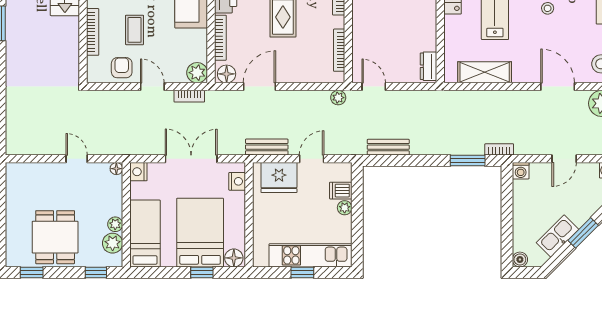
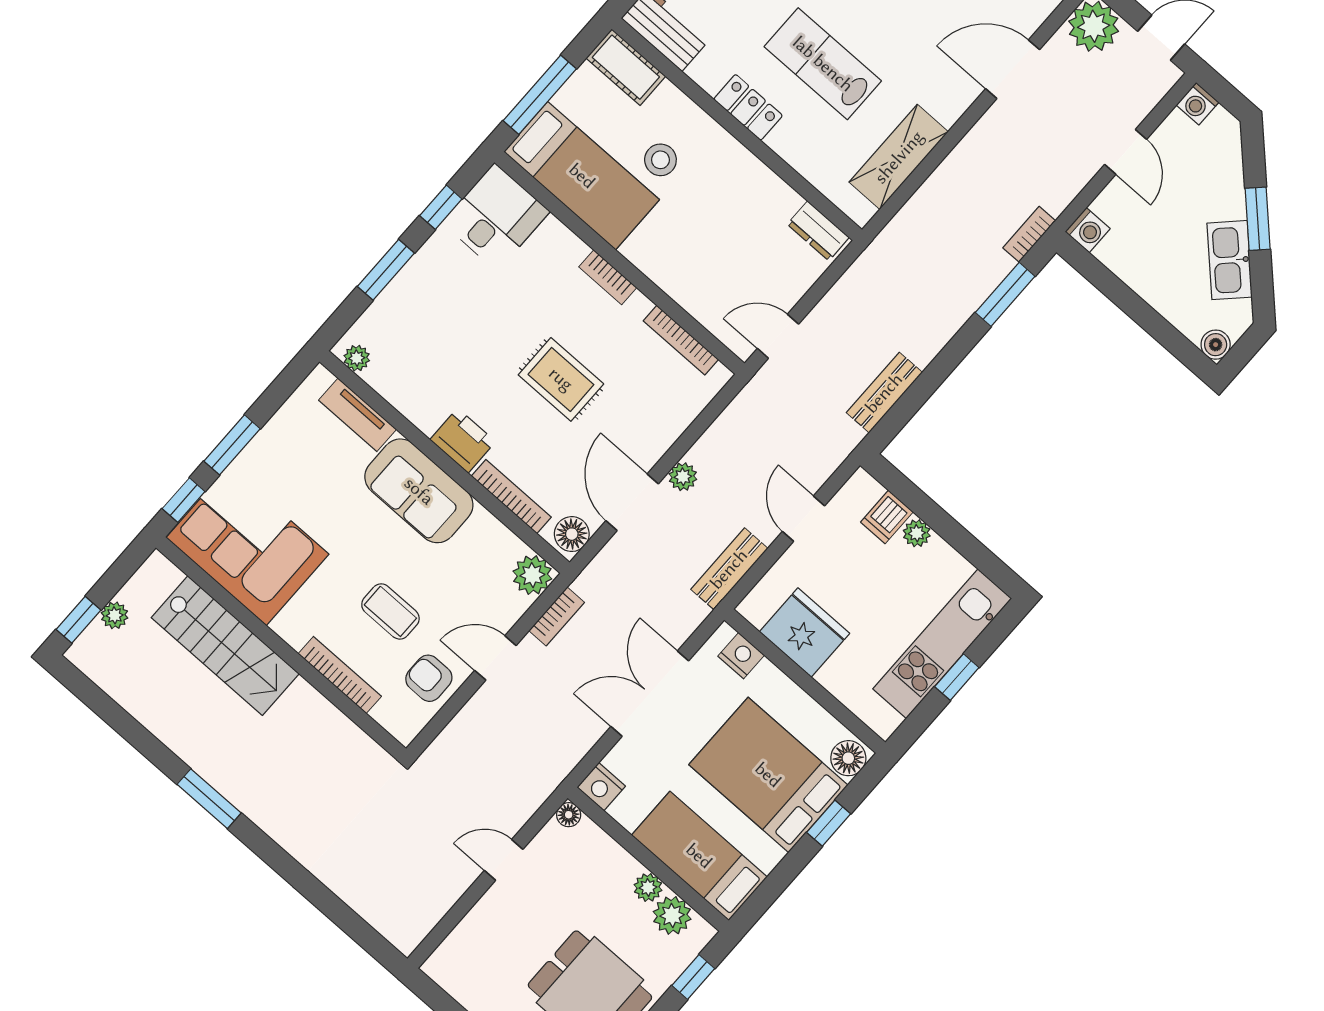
plant: (338, 98) -> (683, 477), moved
fridge: (279, 178) -> (805, 633), moved, turned -90

